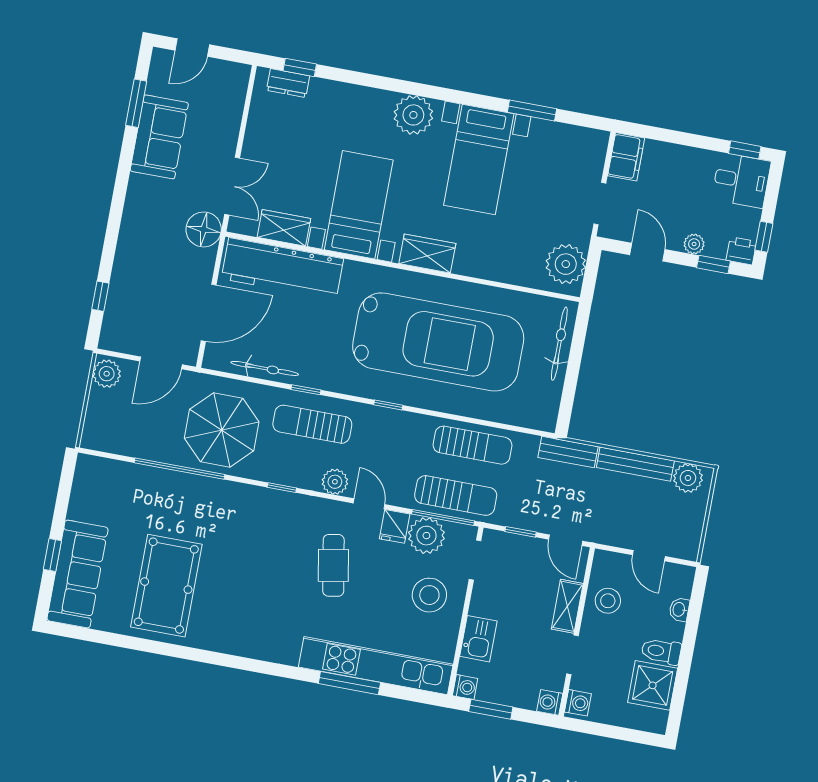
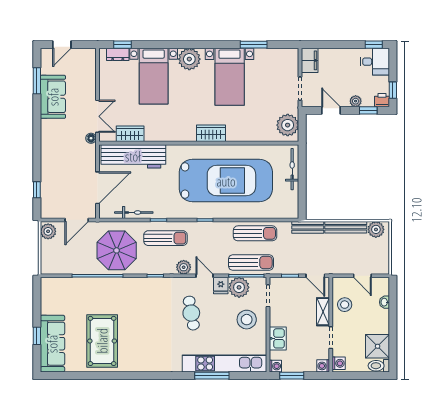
bed with nightstands: (359, 205) -> (154, 76), moved, turned 180
floor lamp: (204, 229) -> (91, 138), width x0.53, depth x0.53
sun lounger: (312, 424) -> (165, 238), turned 180
toilet: (661, 651) -> (379, 366), moved

